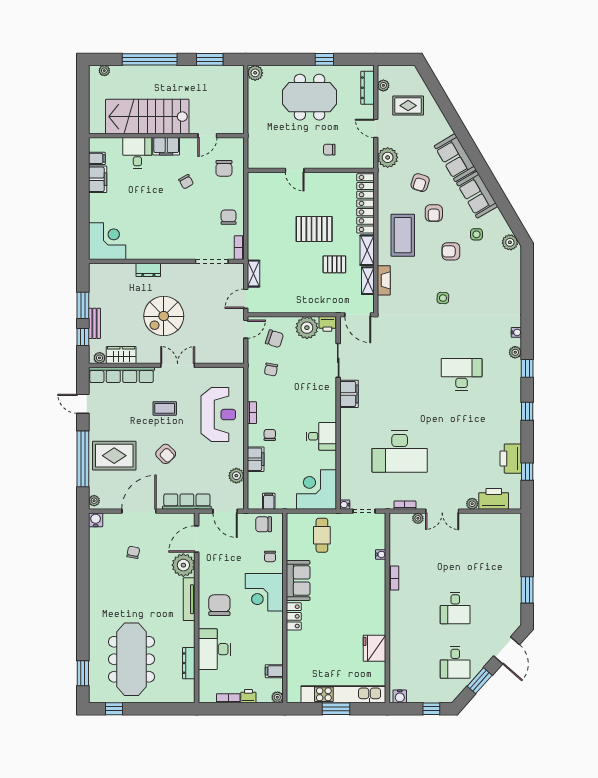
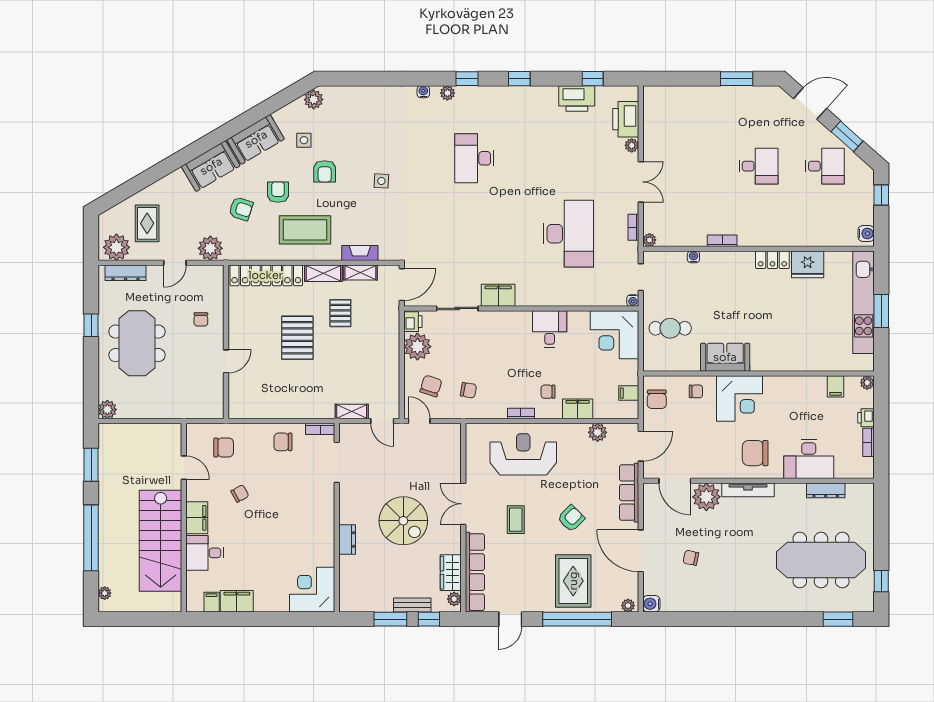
plant: (383, 85) -> (116, 247), width x1.87, depth x1.87
armchair: (434, 213) -> (278, 192), turned -90
plant: (418, 518) -> (650, 240), moved
locker: (294, 616) -> (772, 260), moved, turned 180

